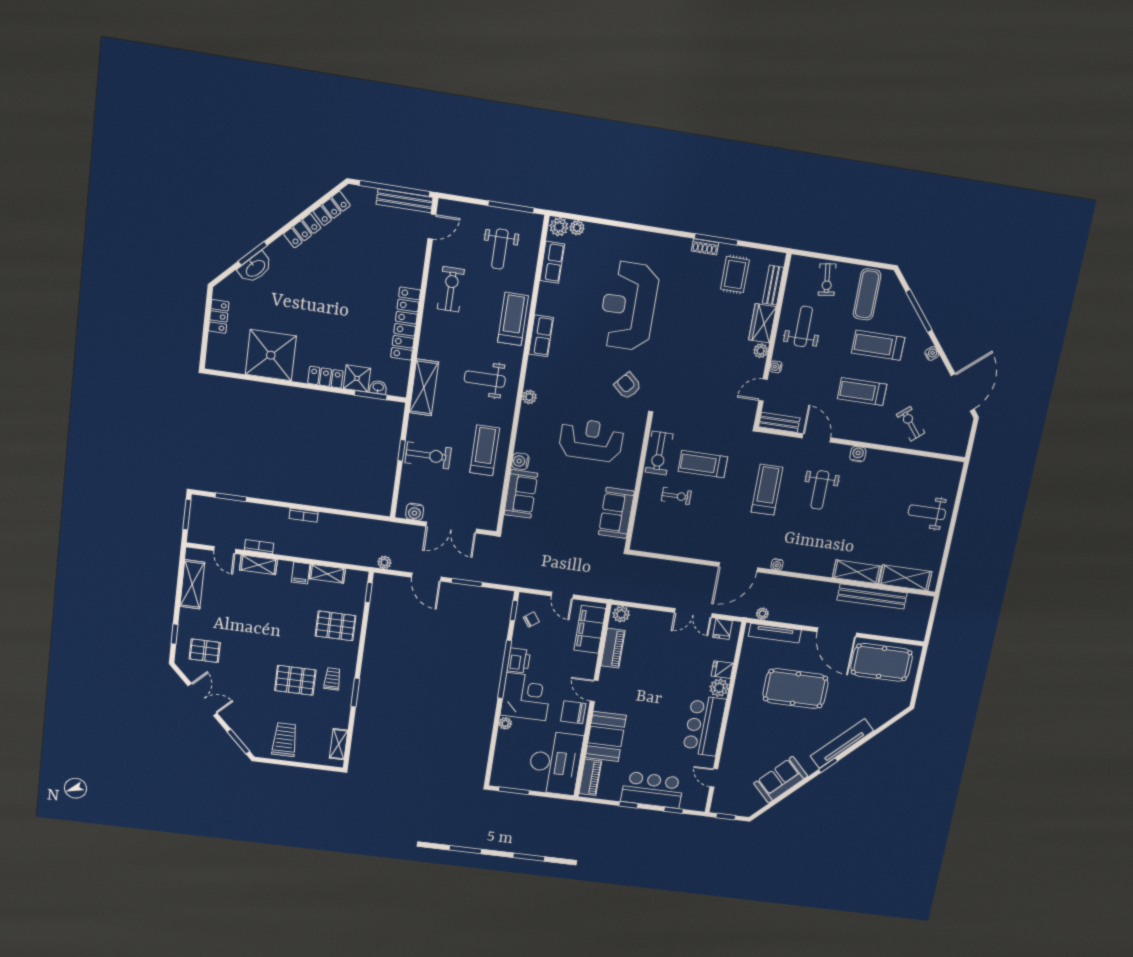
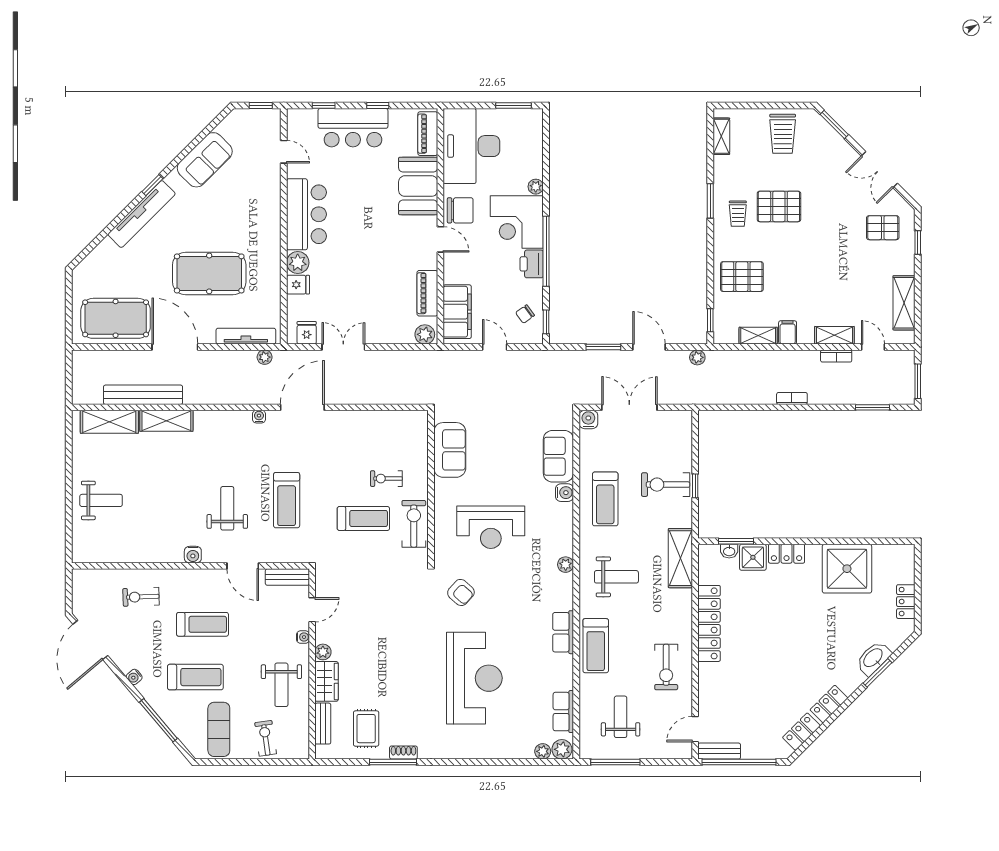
bench: (405, 201) -> (719, 751), width x0.73
exercise bike: (911, 424) -> (141, 597), turned 128
water cooler: (415, 512) -> (588, 419), moved

